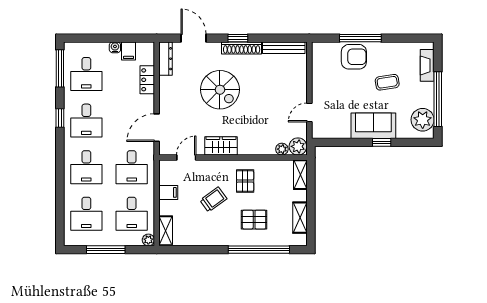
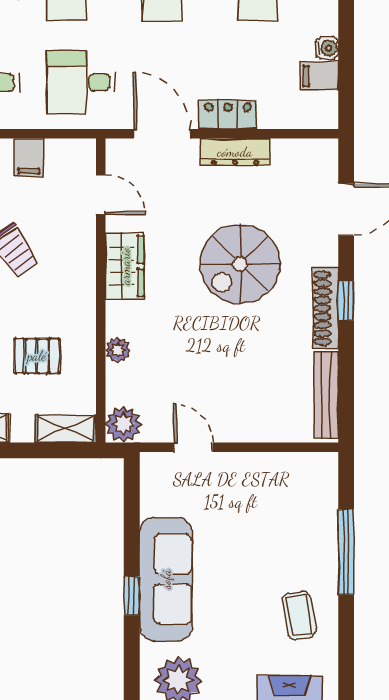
armchair: (354, 57) -> (308, 539), removed
dresser: (165, 59) -> (235, 152), moved
locker: (147, 80) -> (228, 114), moved
coffee table: (387, 82) -> (299, 615), moved
sofa: (373, 126) -> (166, 579), width x1.36
plant: (282, 149) -> (118, 350), moved
pallet: (245, 181) -> (37, 356), moved

